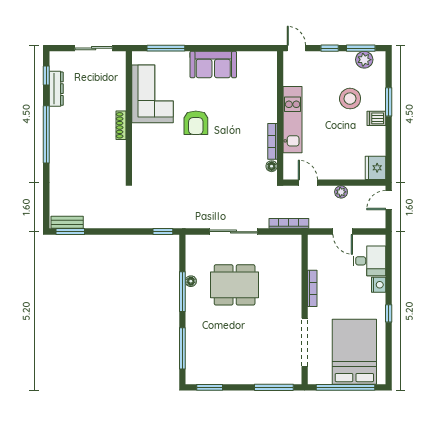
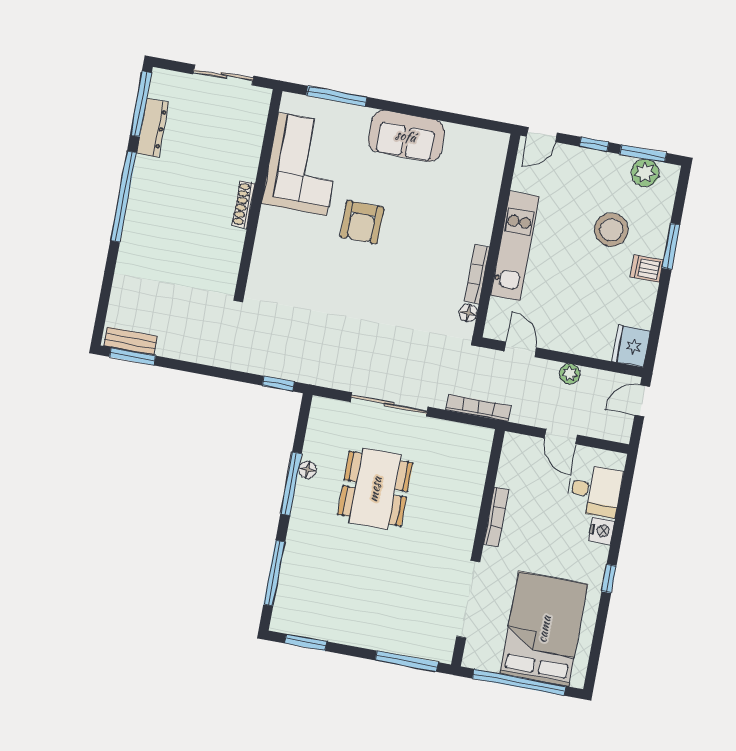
door: (296, 48) -> (542, 135), swing flipped
window: (46, 75) -> (141, 104), width x2.17
dining table: (235, 285) -> (375, 489), turned 90

